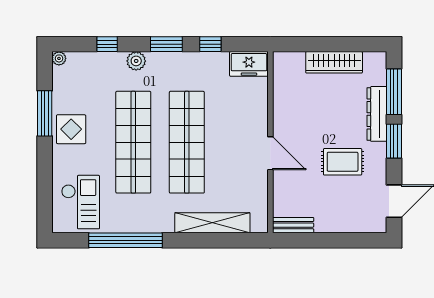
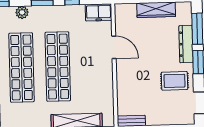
door: (270, 153) -> (114, 47), moved
rug: (343, 162) -> (175, 81), moved

